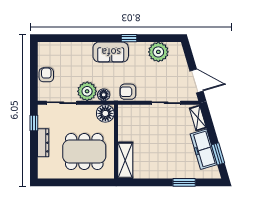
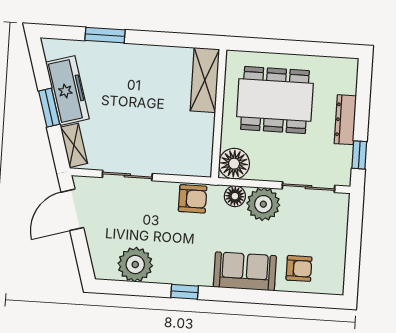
sofa: (111, 52) -> (245, 271), moved
armchair: (46, 75) -> (299, 268), moved, turned -90
door: (196, 81) -> (72, 210), hinge flipped
window: (218, 154) -> (49, 108), moved

